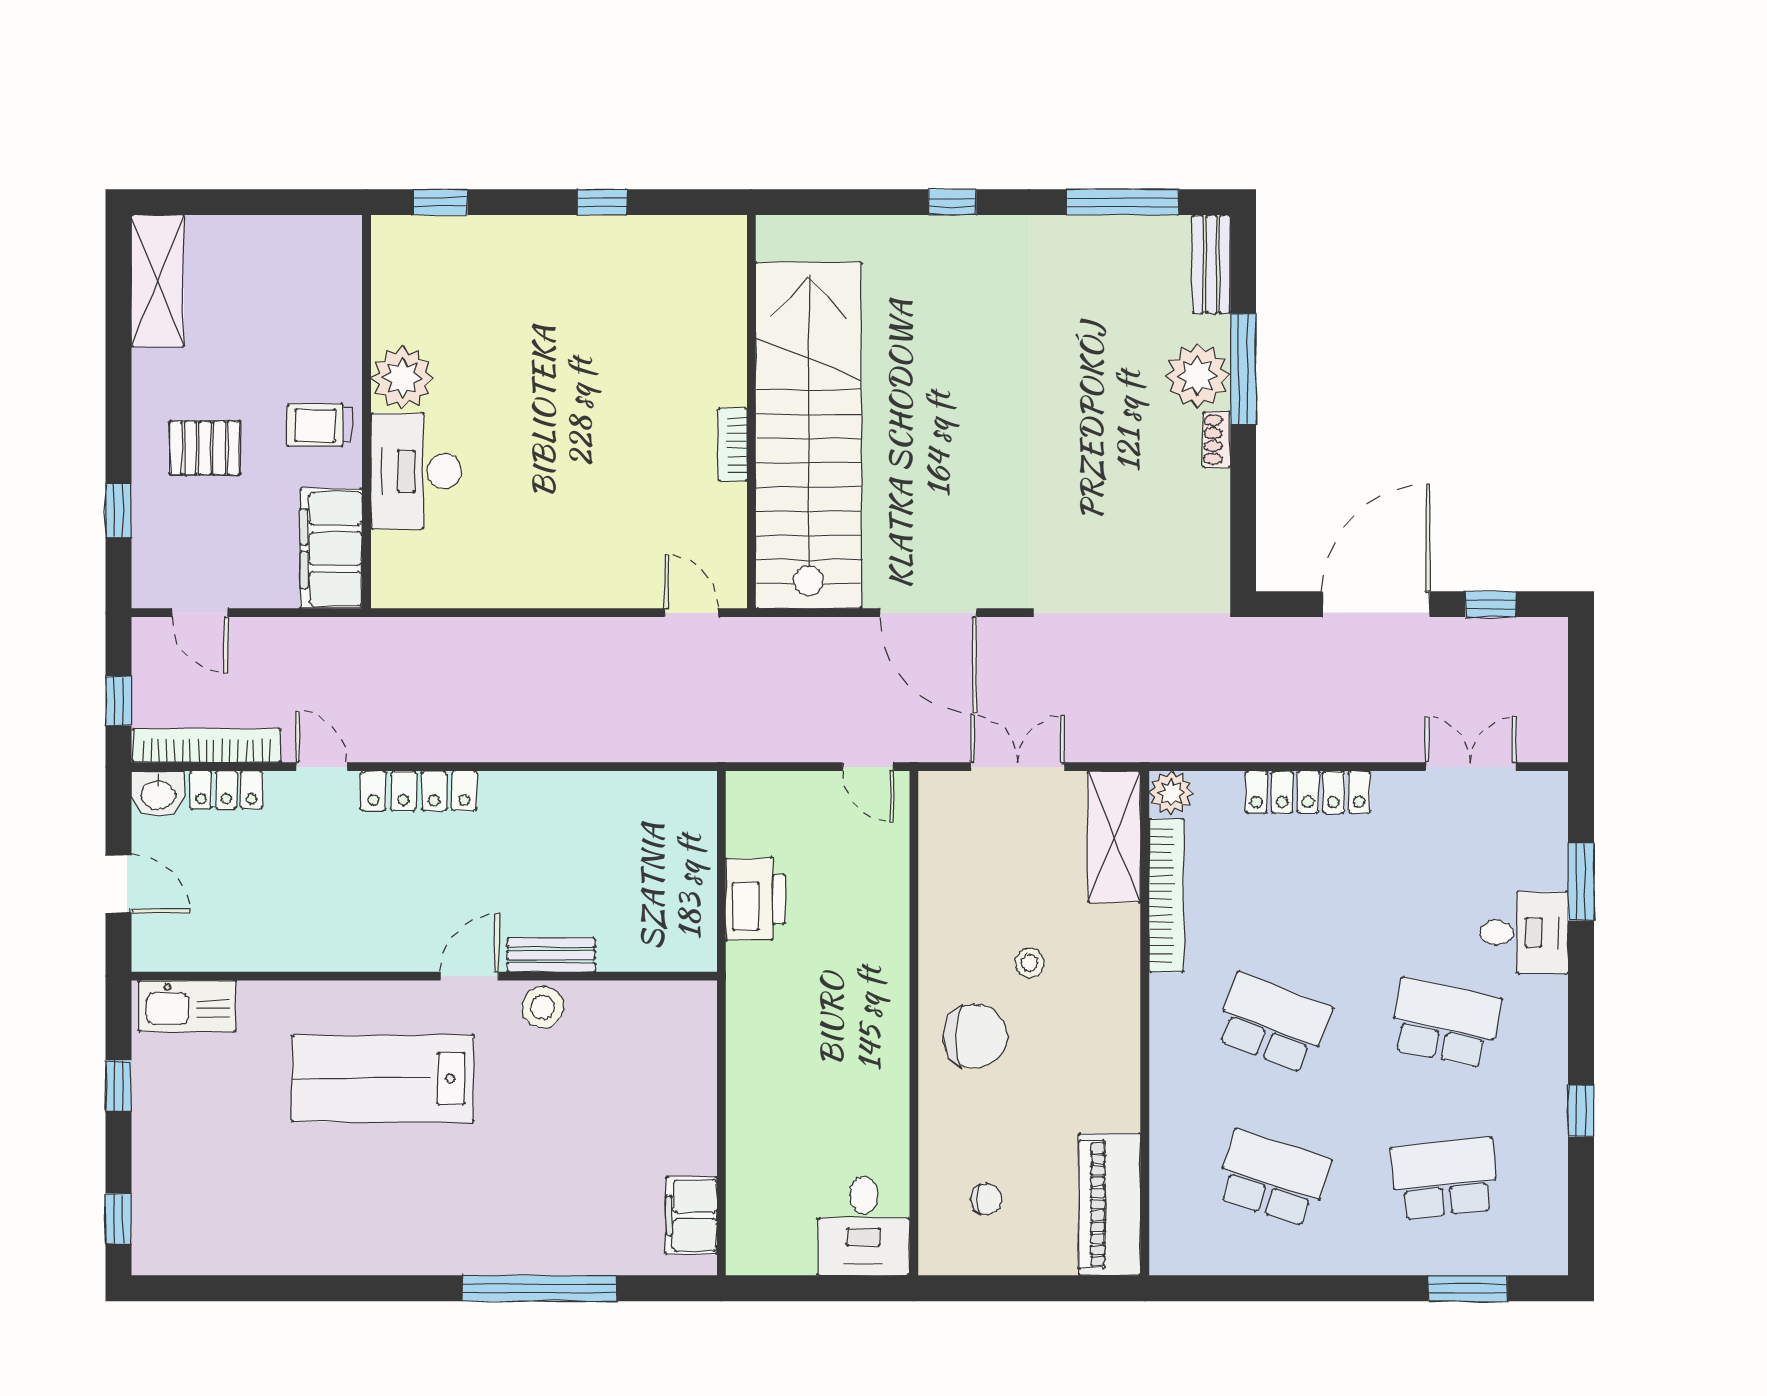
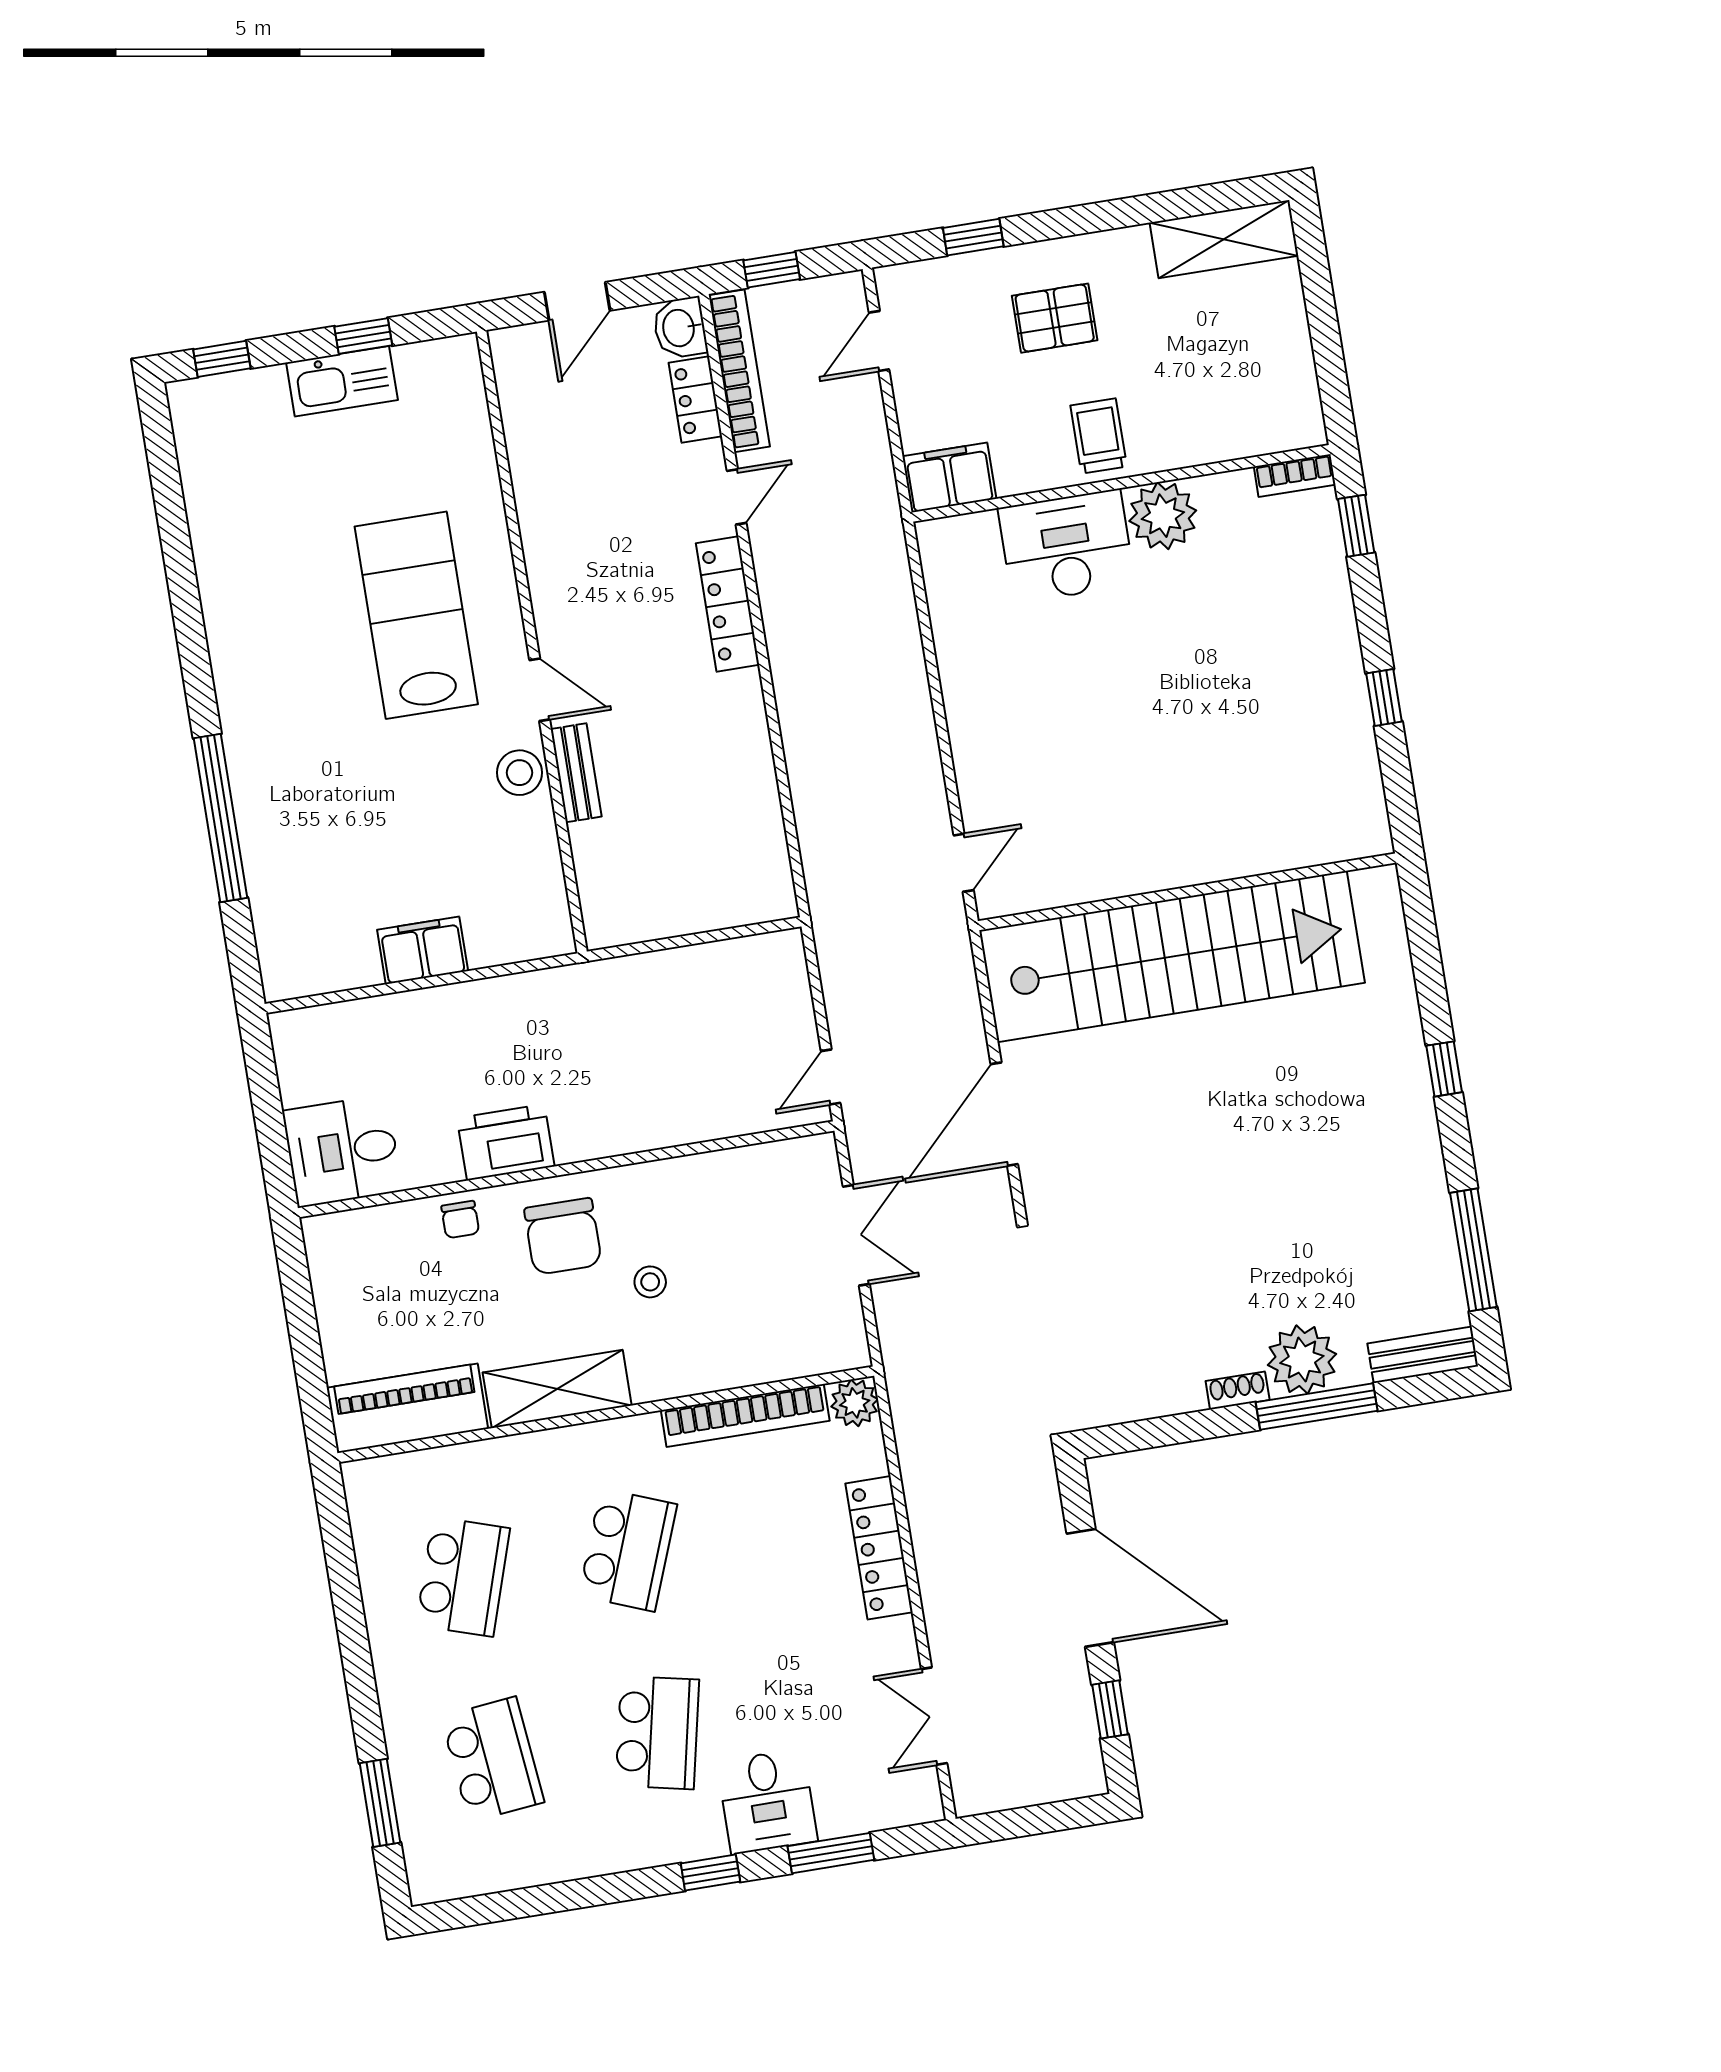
bookcase: (733, 445) -> (1295, 476), moved, turned 180
pallet: (205, 448) -> (1055, 318), turned 90
filing cabinet: (331, 549) -> (949, 478), width x0.67, depth x0.86
double door: (1471, 767) -> (934, 1716), swing flipped
shelving: (1114, 837) -> (557, 1389), moved
printer: (755, 899) -> (506, 1142), moved, turned 180
kitchen sink: (187, 1006) -> (342, 381), moved, turned -90
window: (1581, 1111) -> (710, 1873), moved
chair: (986, 1199) -> (460, 1220), moved
filing cabinet: (691, 1216) -> (423, 950), moved

